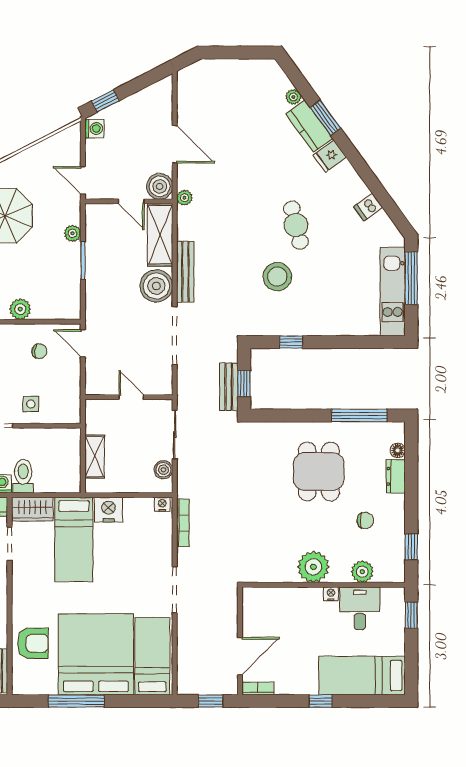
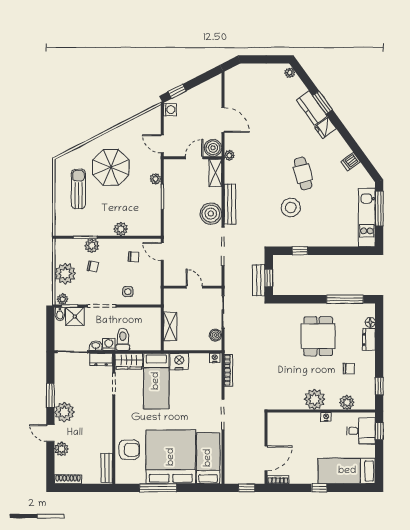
plant: (293, 97) -> (290, 73), moved
door: (131, 201) -> (194, 158), swing flipped
shelving: (160, 235) -> (215, 173), width x0.67, depth x0.75
desk: (360, 608) -> (361, 431), moved, turned 90

